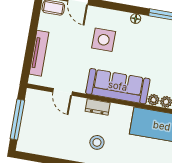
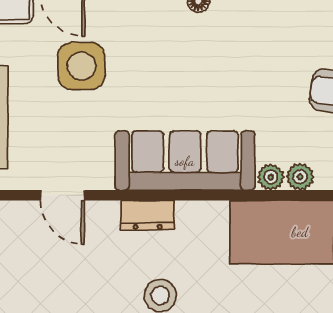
side table: (104, 40) -> (81, 66), moved

